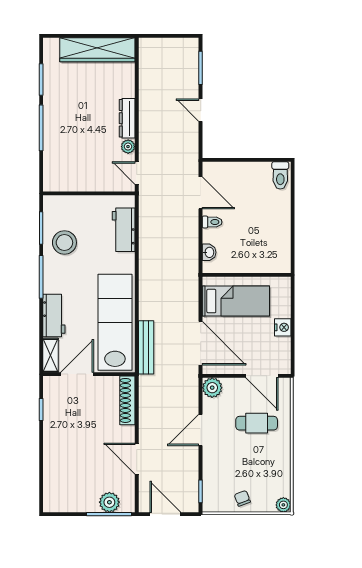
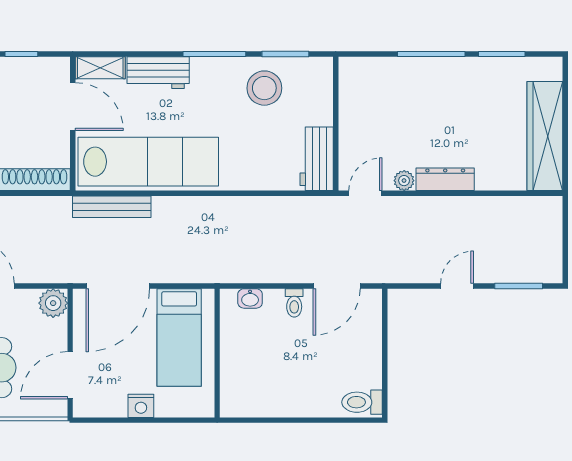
workbench: (124, 230) -> (317, 159), moved, turned -90

